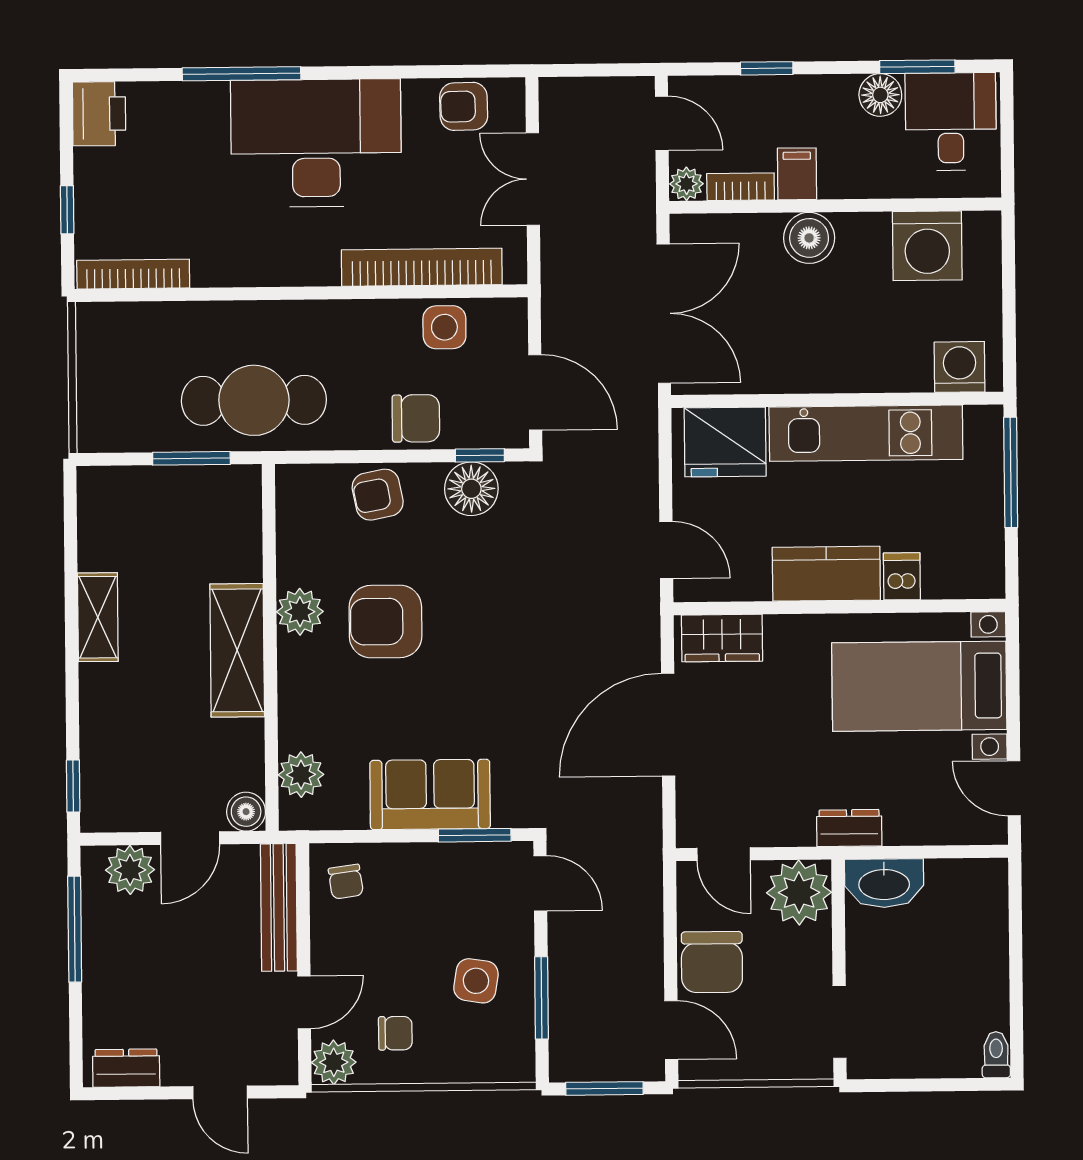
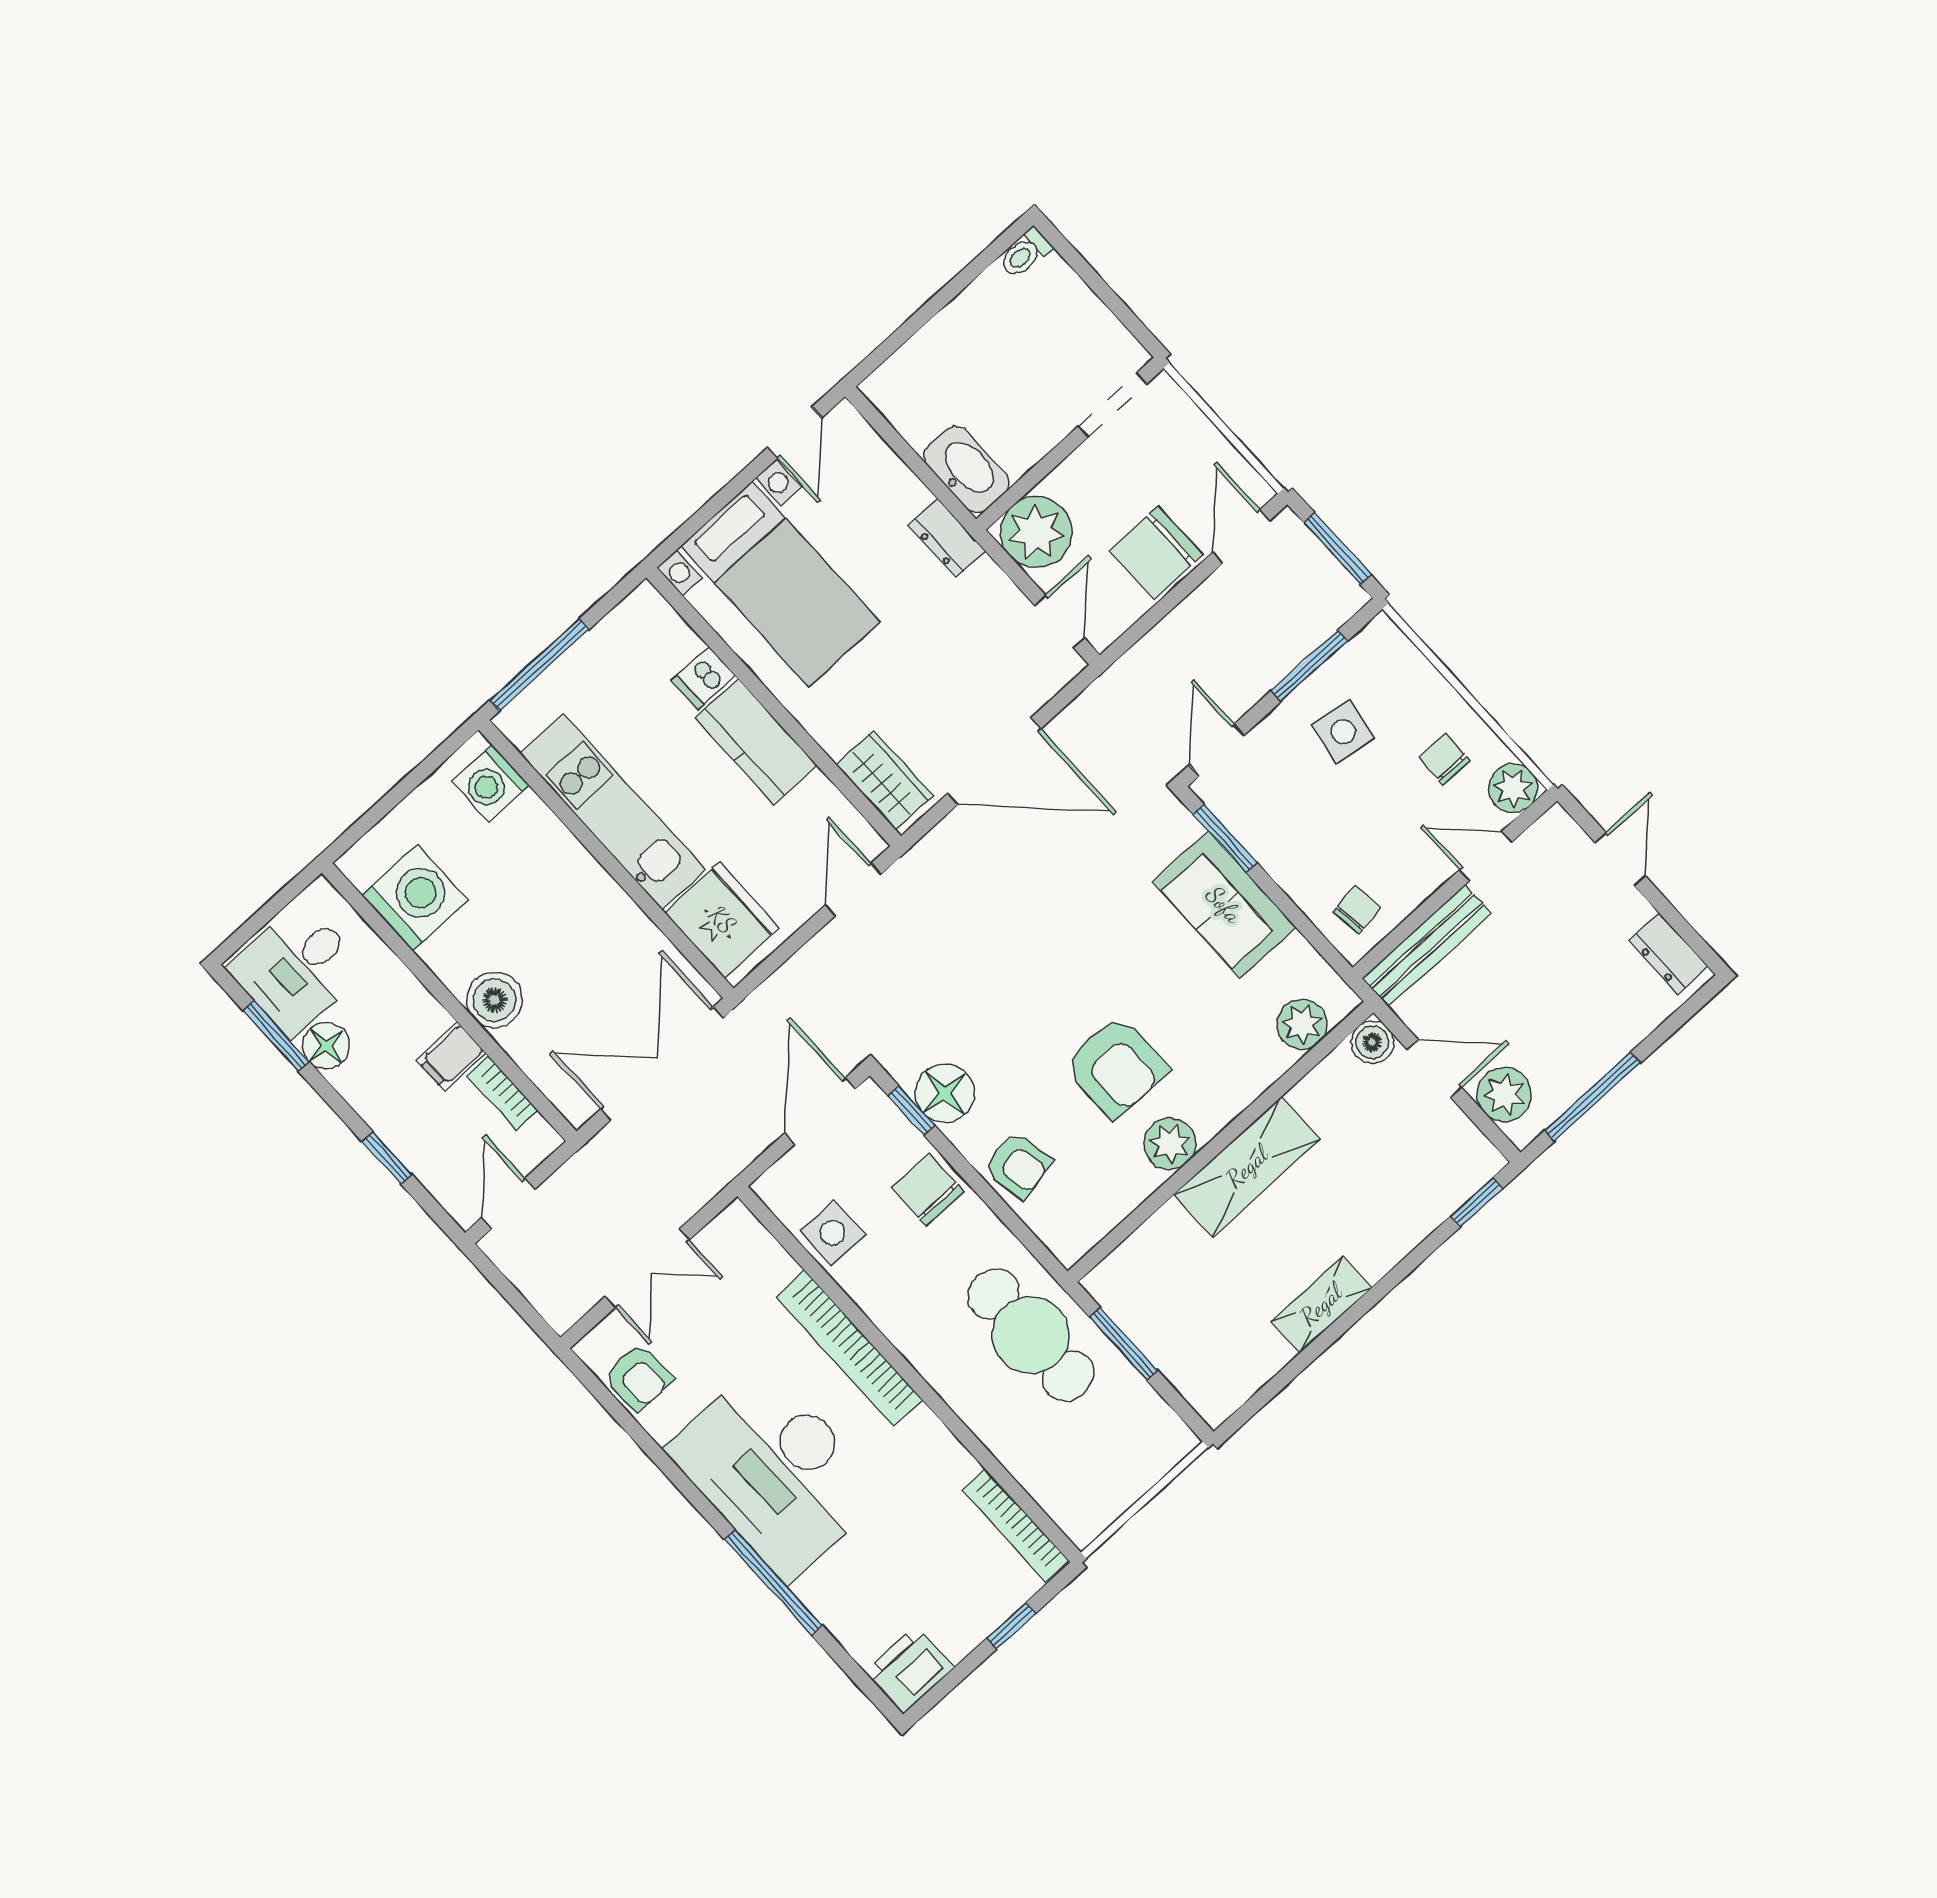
plant: (686, 184) -> (540, 1139), removed
bookcase: (422, 267) -> (849, 1348), moved
chair: (712, 962) -> (1156, 553), turned 180

